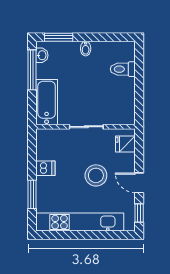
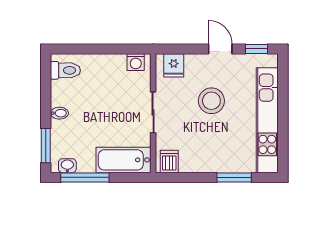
toilet: (123, 69) -> (65, 70), moved, turned -90
washing machine: (128, 112) -> (136, 62), added
dishwasher: (45, 168) -> (169, 161), moved
door: (139, 183) -> (220, 49), swing flipped

